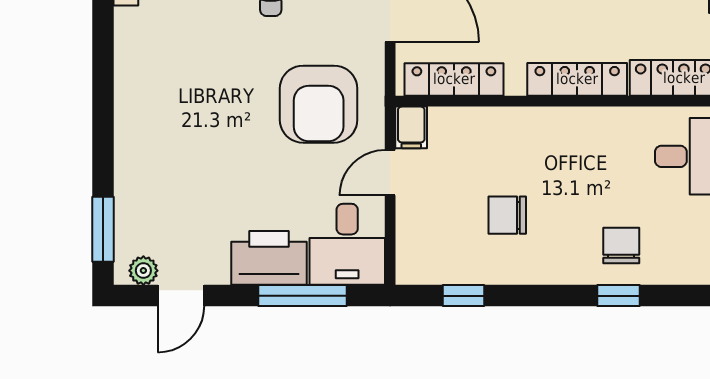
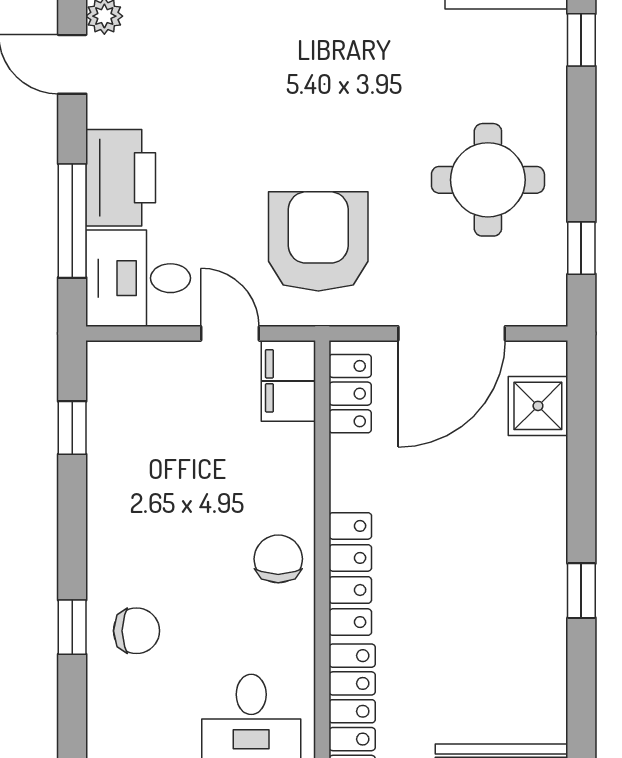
locker: (454, 79) -> (350, 394), width x0.66
armchair: (319, 104) -> (318, 241), turned 90
filing cabinet: (411, 127) -> (288, 381), width x2.00
chair: (507, 215) -> (278, 559), moved

